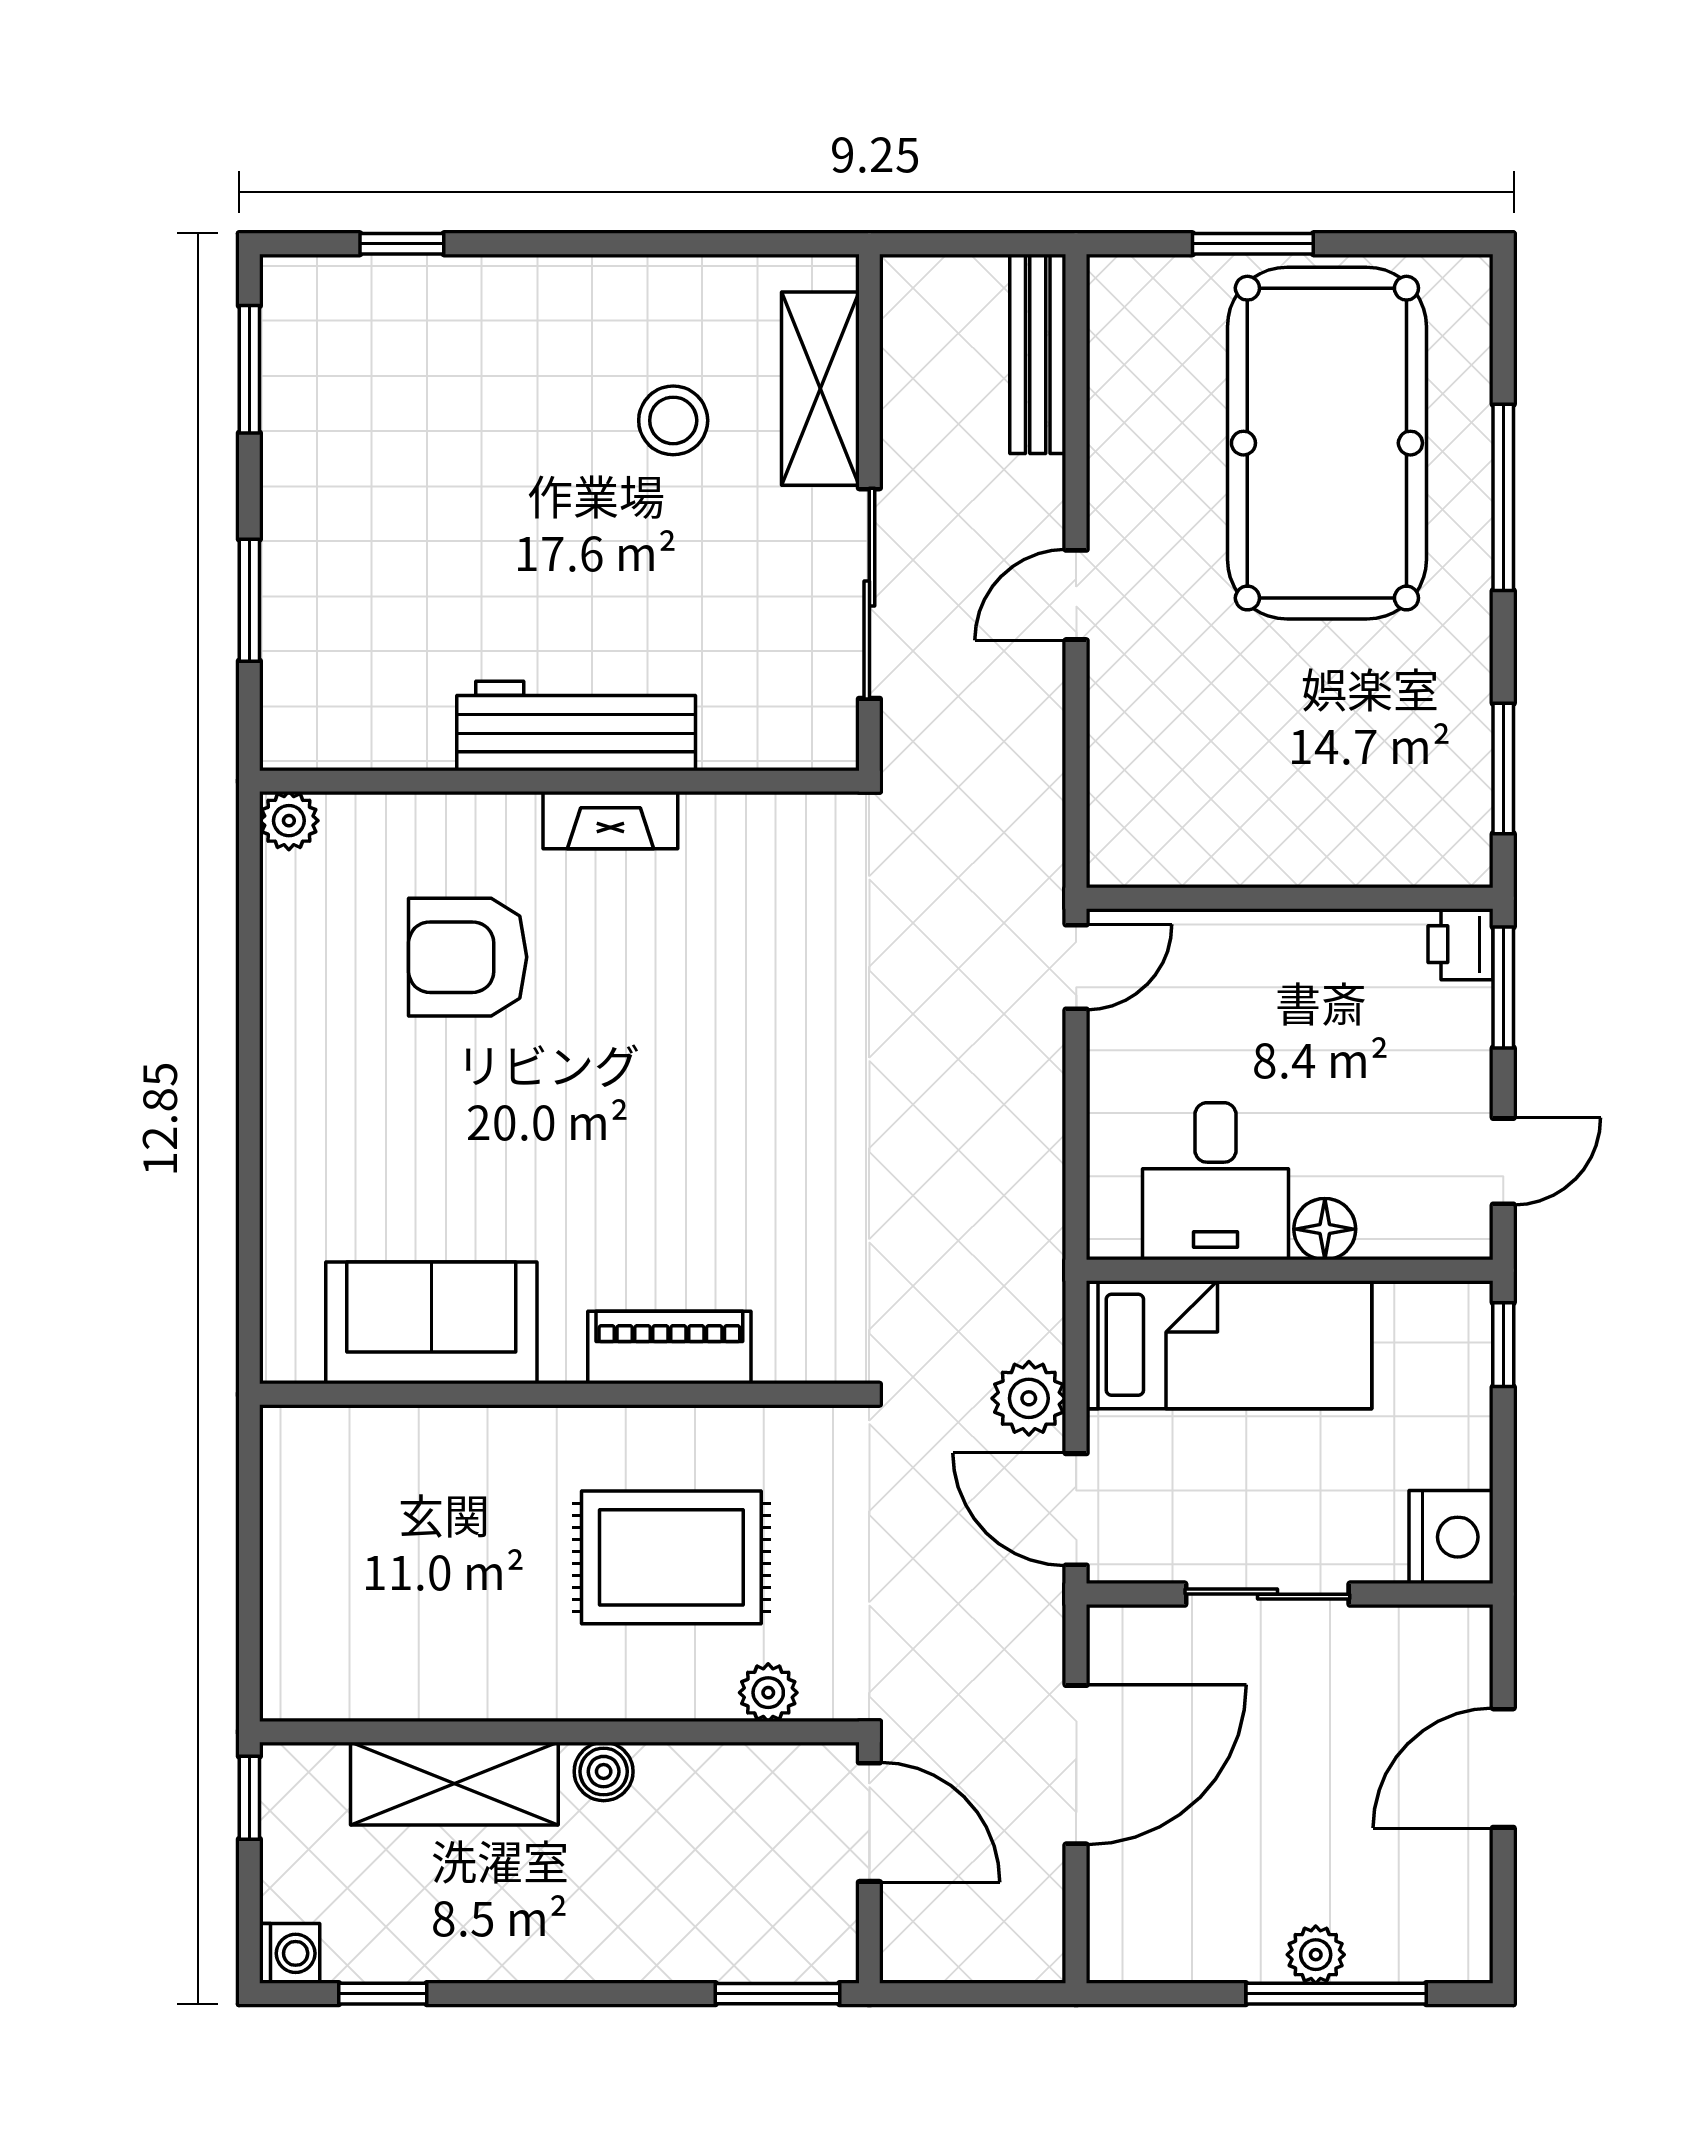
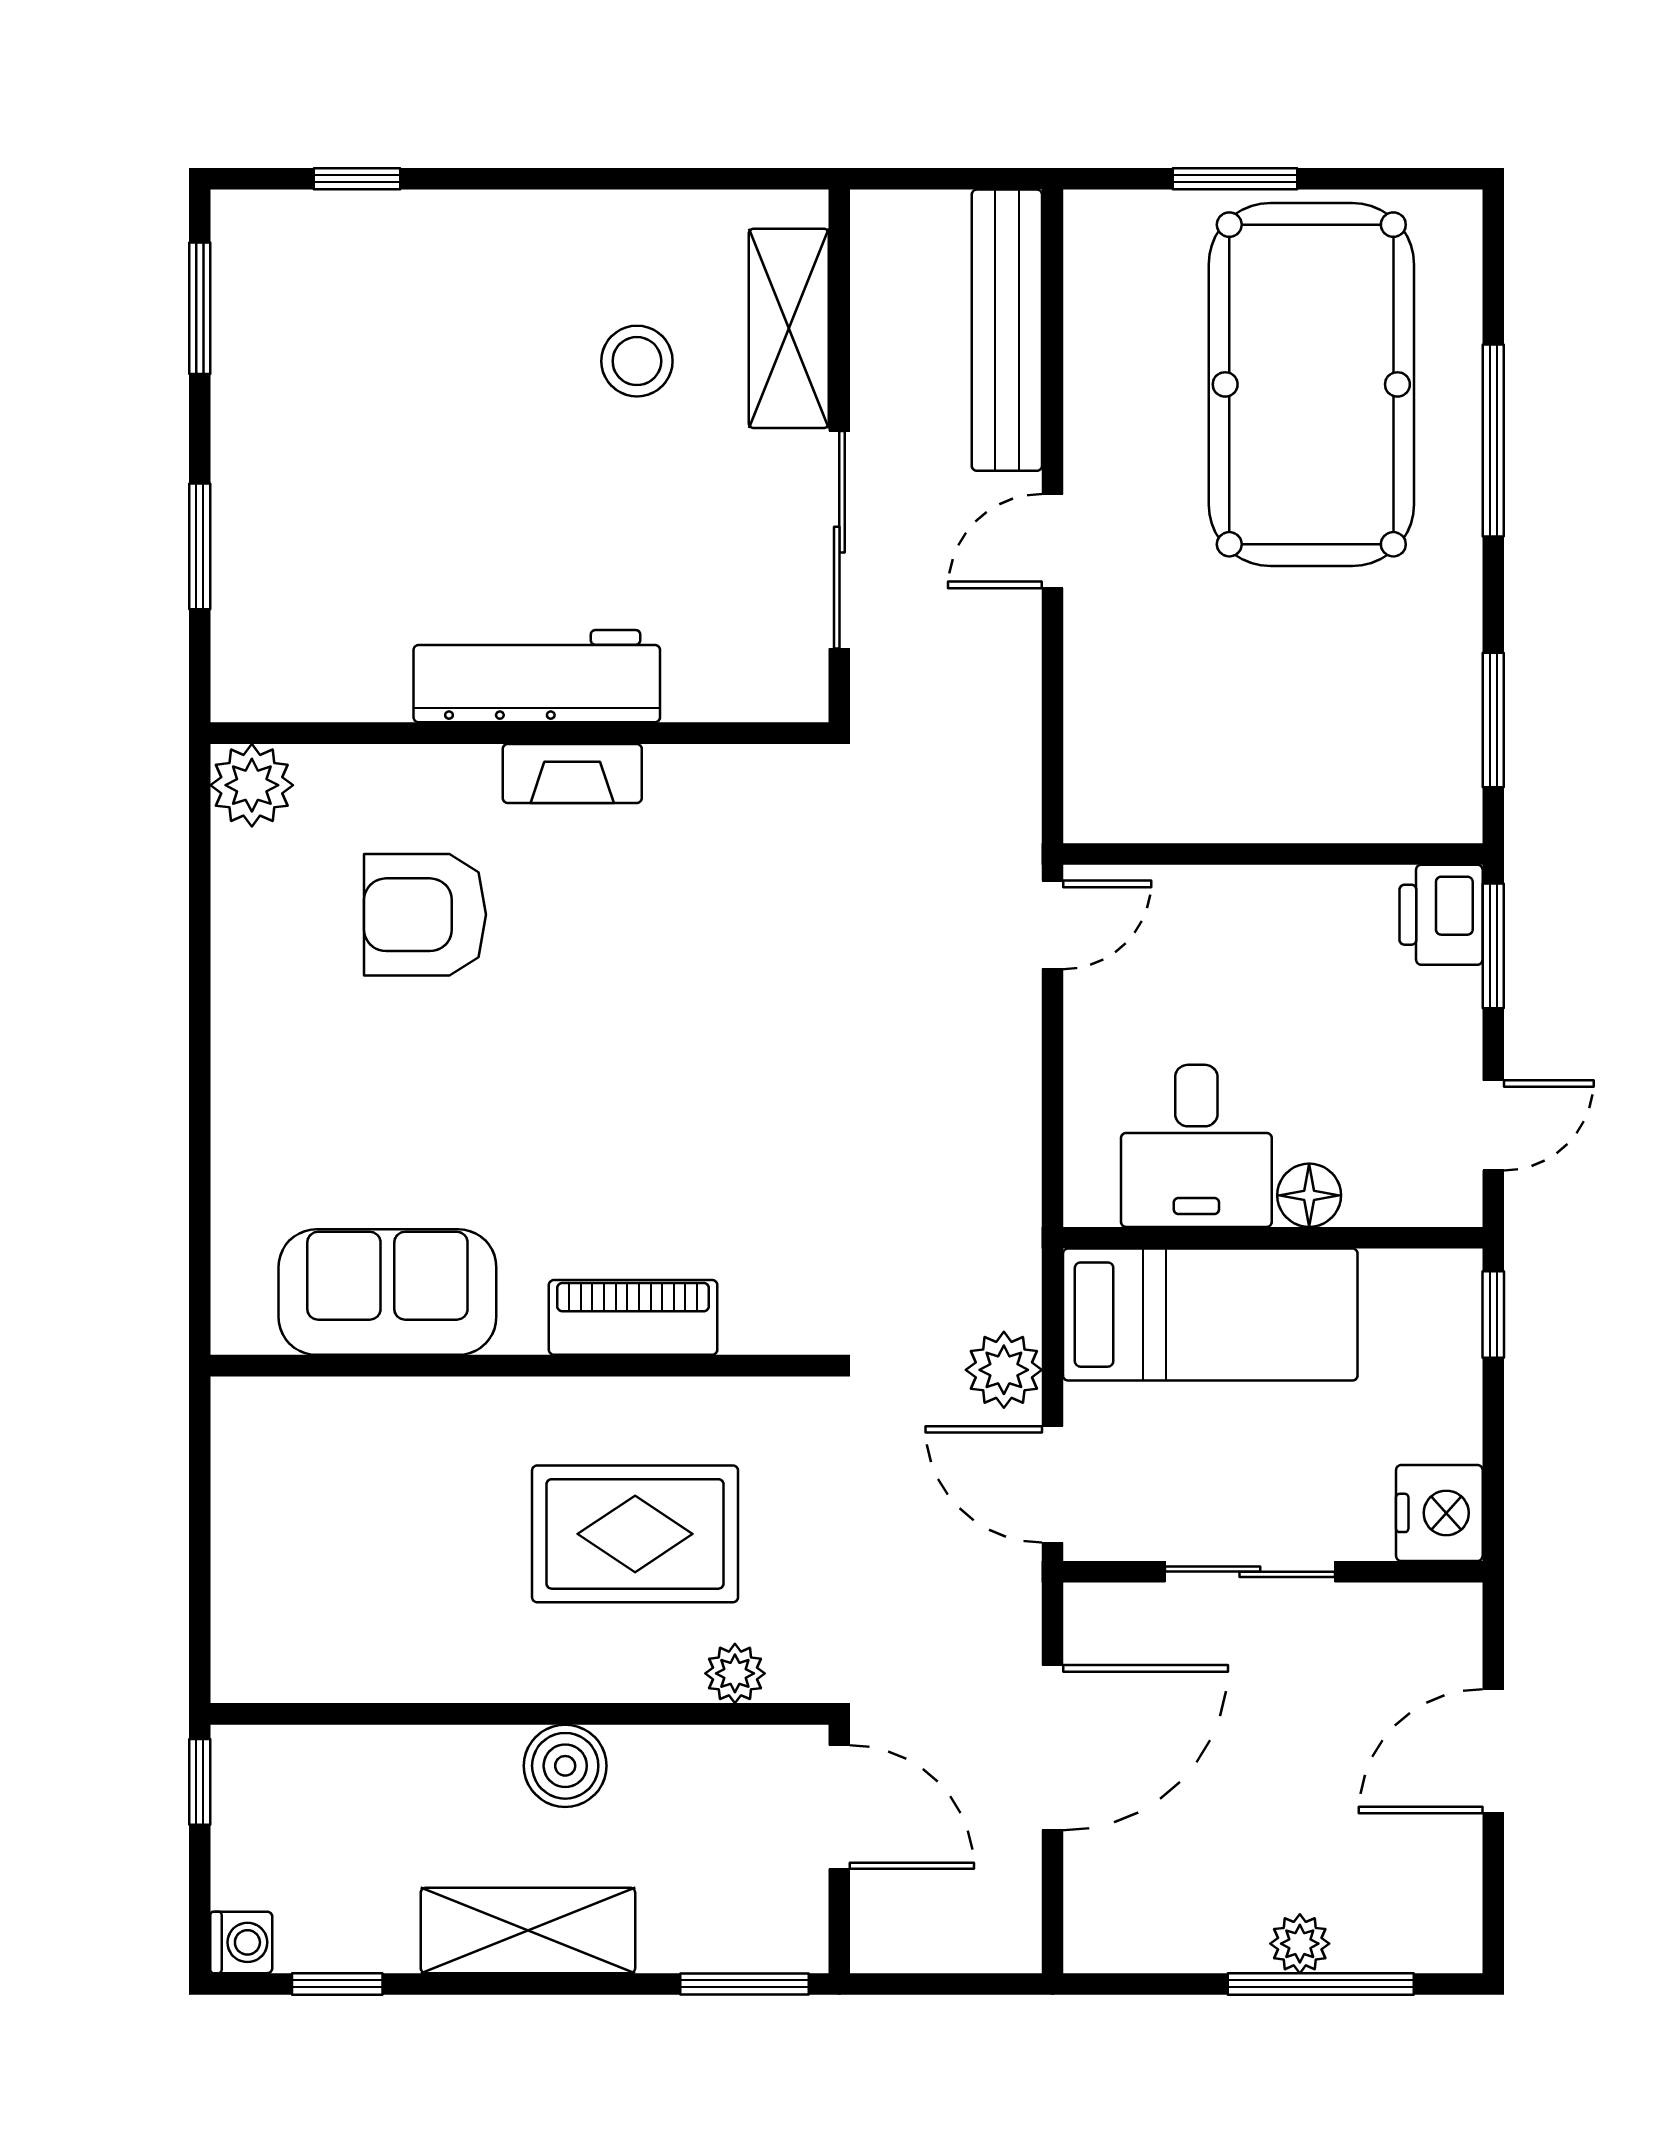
bench: (1038, 354) -> (1007, 330), width x1.37, depth x1.21
plant: (289, 821) -> (252, 785), width x1.38, depth x1.38
printer: (1460, 944) -> (1441, 915), width x1.36, depth x1.24
boiler: (604, 1772) -> (565, 1766), width x1.36, depth x1.36
shelving: (454, 1784) -> (528, 1930), moved

